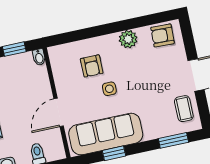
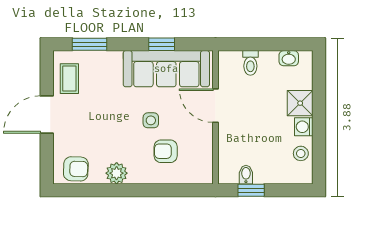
bidet: (39, 57) -> (246, 175), moved
armchair: (92, 66) -> (166, 151), turned -90
door: (59, 112) -> (216, 106), swing flipped

